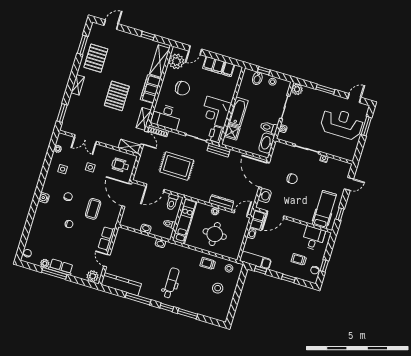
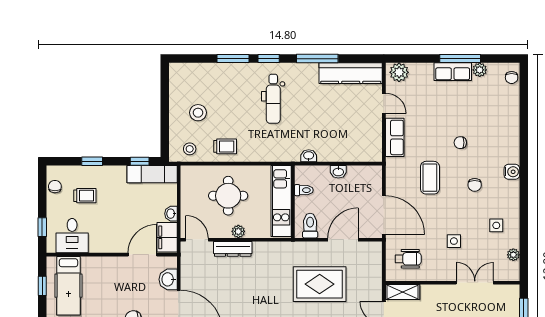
door: (241, 214) -> (197, 240), swing flipped
window: (324, 266) -> (42, 227), moved

